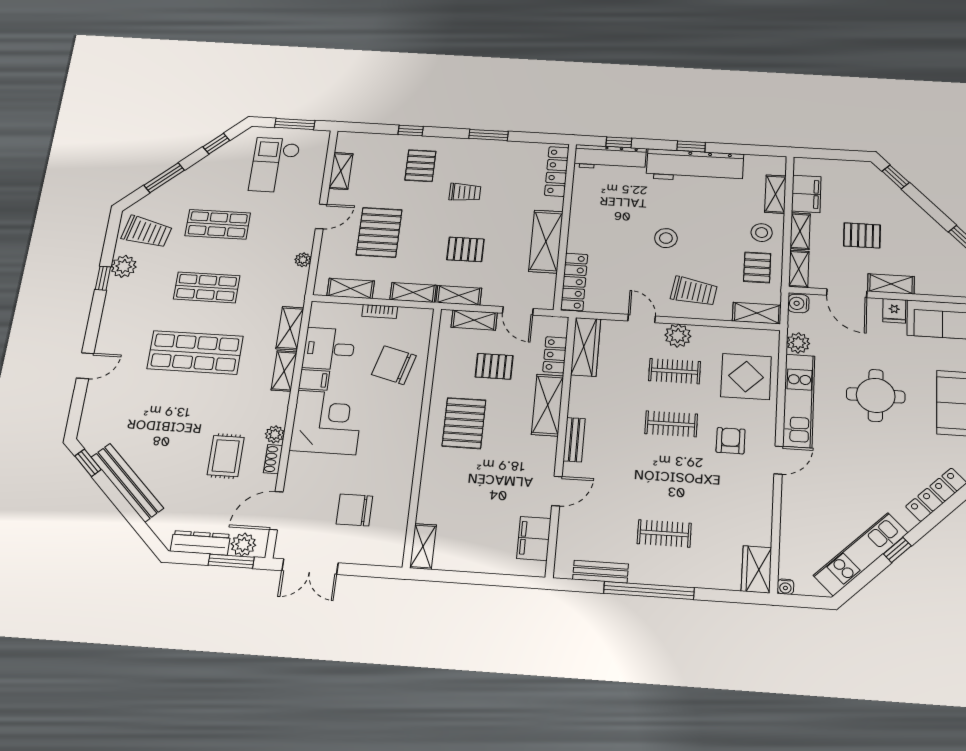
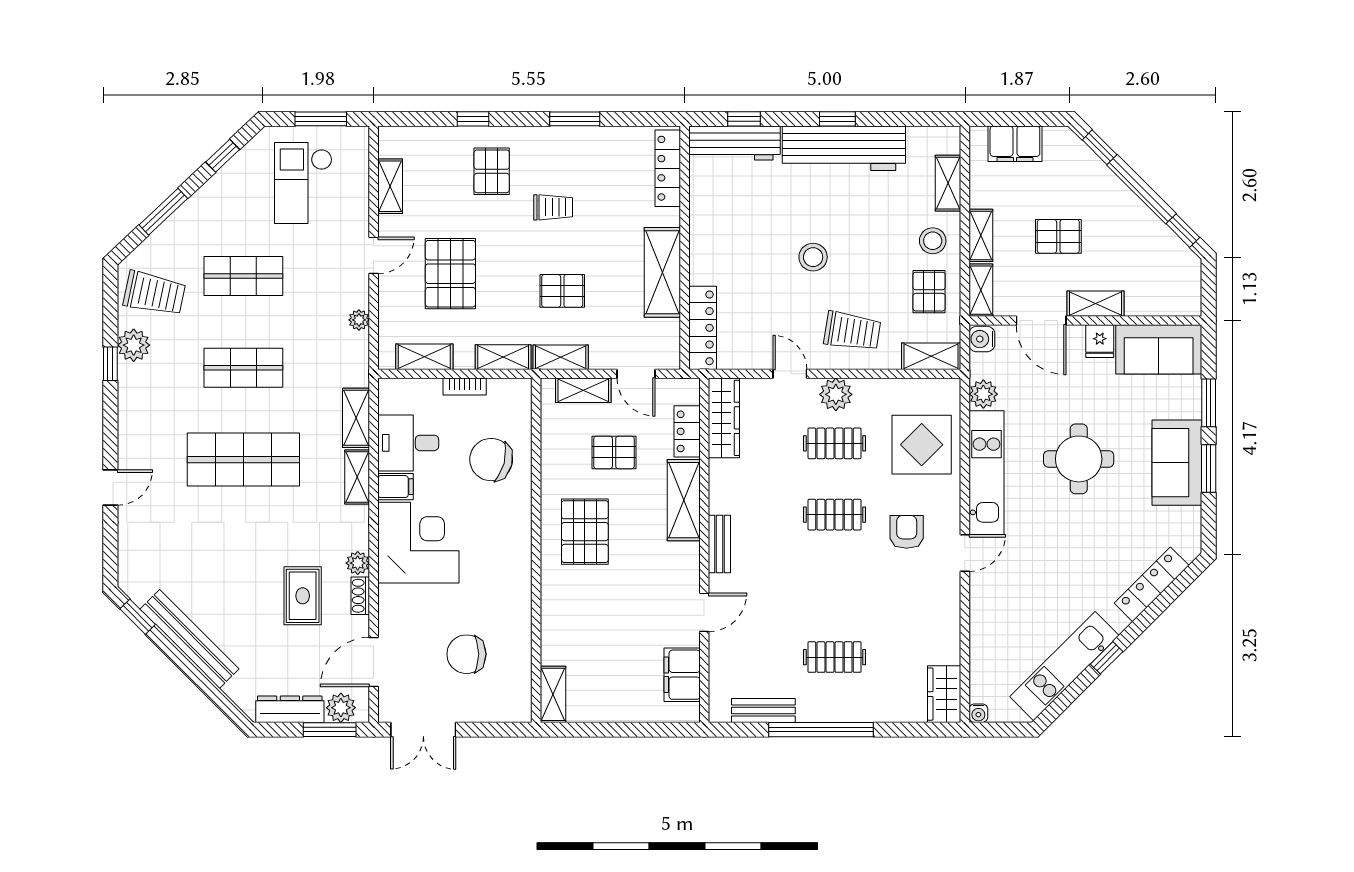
filing cabinet: (806, 194) -> (1015, 144), moved, turned 90

